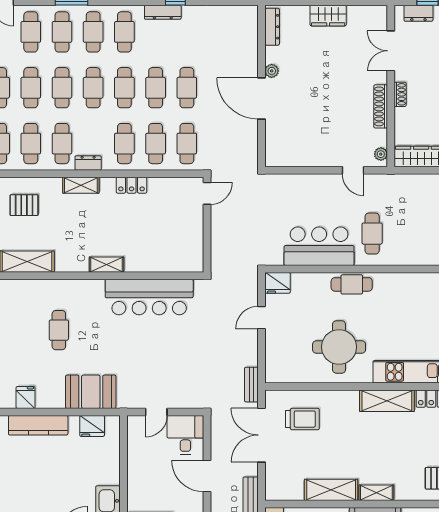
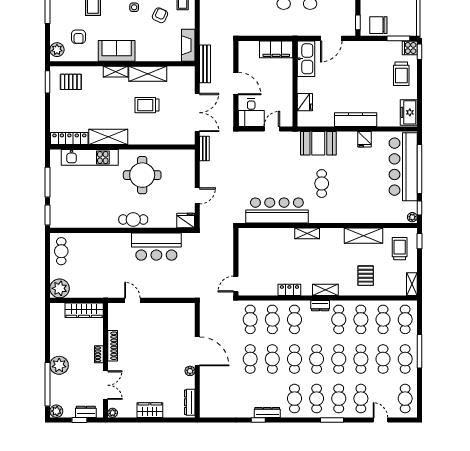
plant: (381, 154) -> (113, 413), moved
pallet: (24, 205) -> (366, 276), turned 90
cafe table: (372, 234) -> (119, 256), removed
cafe table: (59, 330) -> (322, 184), moved
trolley: (302, 419) -> (147, 105), moved
fridge: (92, 426) -> (305, 102), moved, turned 90

